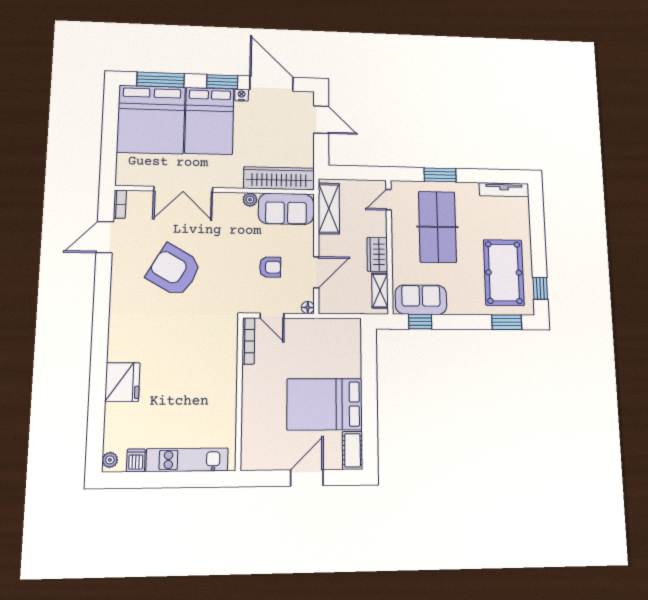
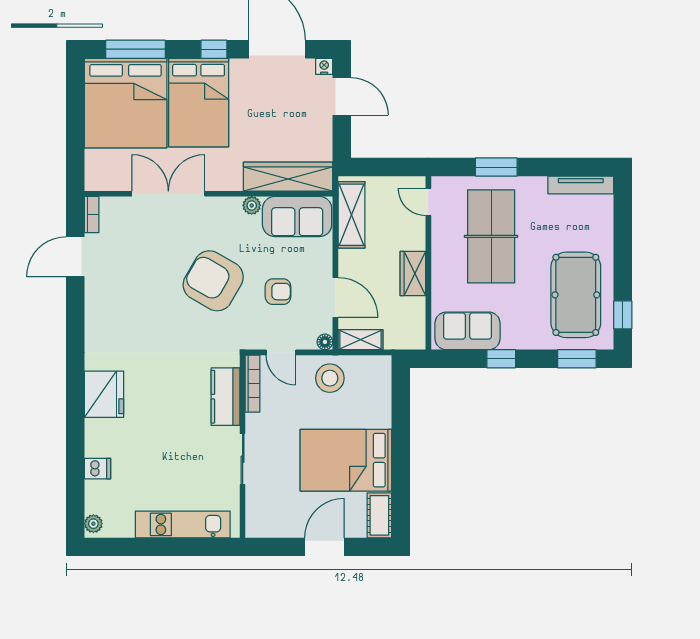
window: (222, 82) -> (214, 49), width x0.67
nightstand: (242, 95) -> (324, 66), moved
double door: (183, 189) -> (168, 194), swing flipped
door: (389, 200) -> (428, 202), hinge flipped
armchair: (174, 270) -> (213, 281), moved
door: (316, 272) -> (335, 297), hinge flipped
shelving: (380, 290) -> (360, 340), moved, turned 90
window: (420, 322) -> (501, 359), moved
stool: (312, 337) -> (330, 378), added
kitchen counter: (226, 352) -> (225, 397), added
fridge: (122, 382) -> (104, 394), moved
sliding door: (239, 404) -> (243, 459), added
dishwasher: (136, 460) -> (98, 469), moved, turned 90

